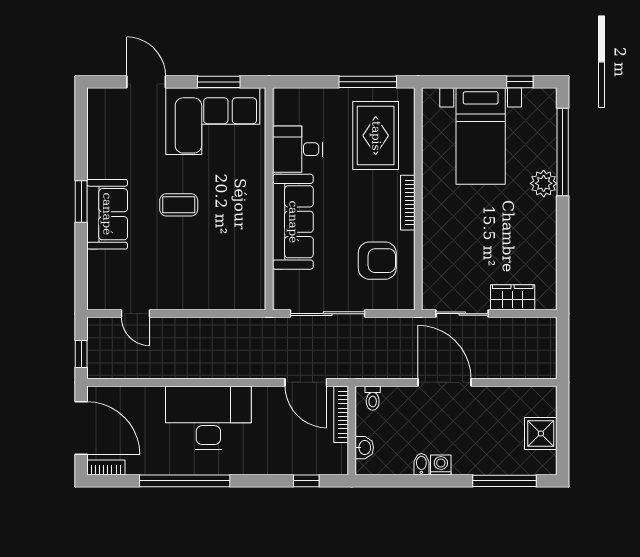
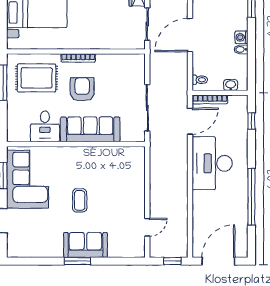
armchair: (377, 261) -> (82, 89), moved
desk: (208, 418) -> (212, 163), moved
bookcase: (106, 468) -> (243, 246), removed

